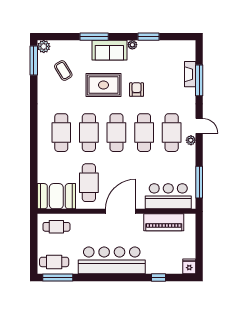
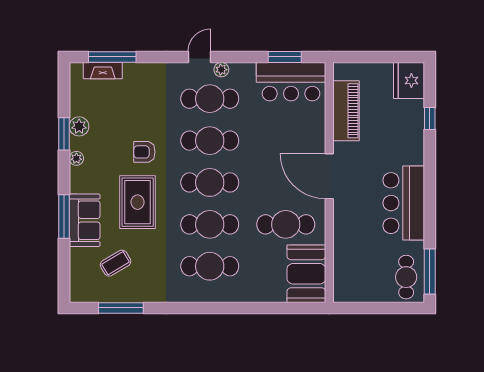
plant: (44, 46) -> (79, 126), moved
sofa: (109, 50) -> (85, 220), moved
window: (34, 61) -> (121, 308), moved
fireplace: (190, 74) -> (103, 71), moved
window: (199, 80) -> (112, 57), moved
window: (199, 182) -> (285, 57), width x0.69
bar counter: (168, 196) -> (291, 82), moved, turned -90
cafe table: (56, 227) -> (353, 274), removed
bar counter: (112, 260) -> (404, 203), width x0.73
fridge: (189, 266) -> (409, 80), width x1.88, depth x1.34

